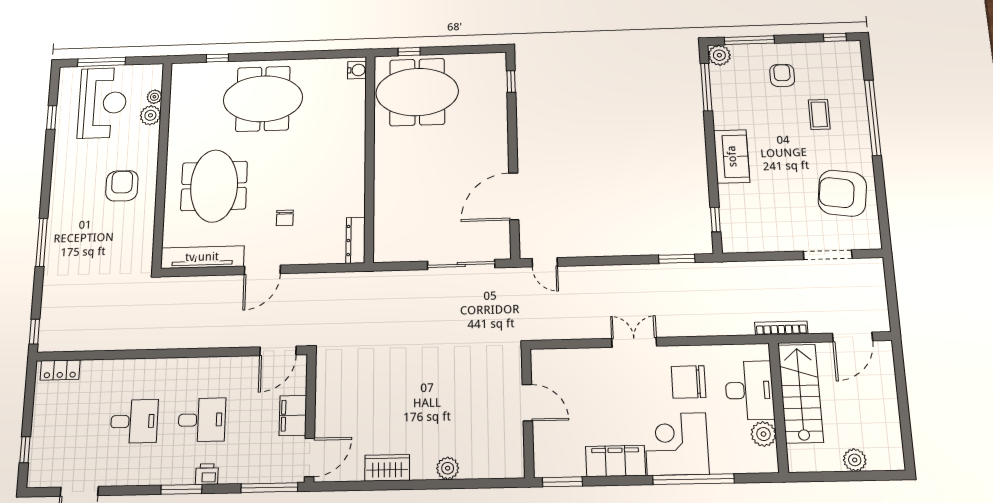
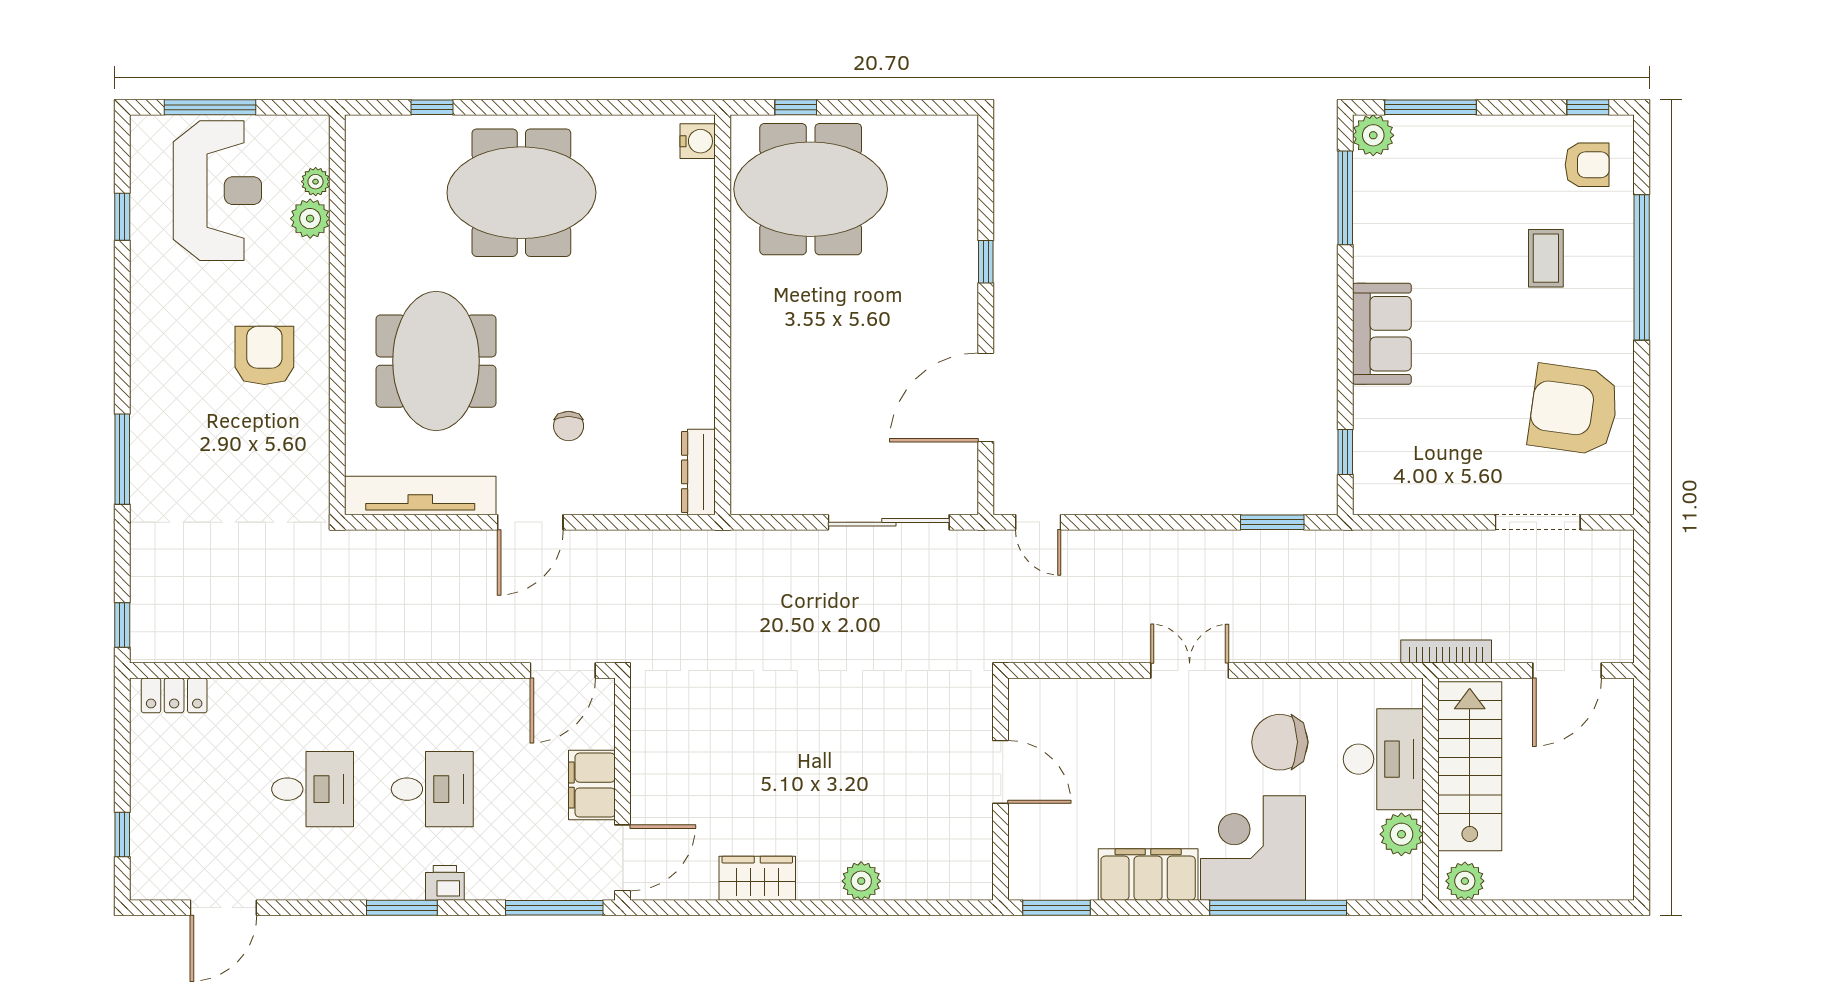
armchair: (782, 75) -> (1587, 165), moved, turned 90
window: (511, 81) -> (986, 262), moved
plant: (855, 460) -> (1465, 881), moved

